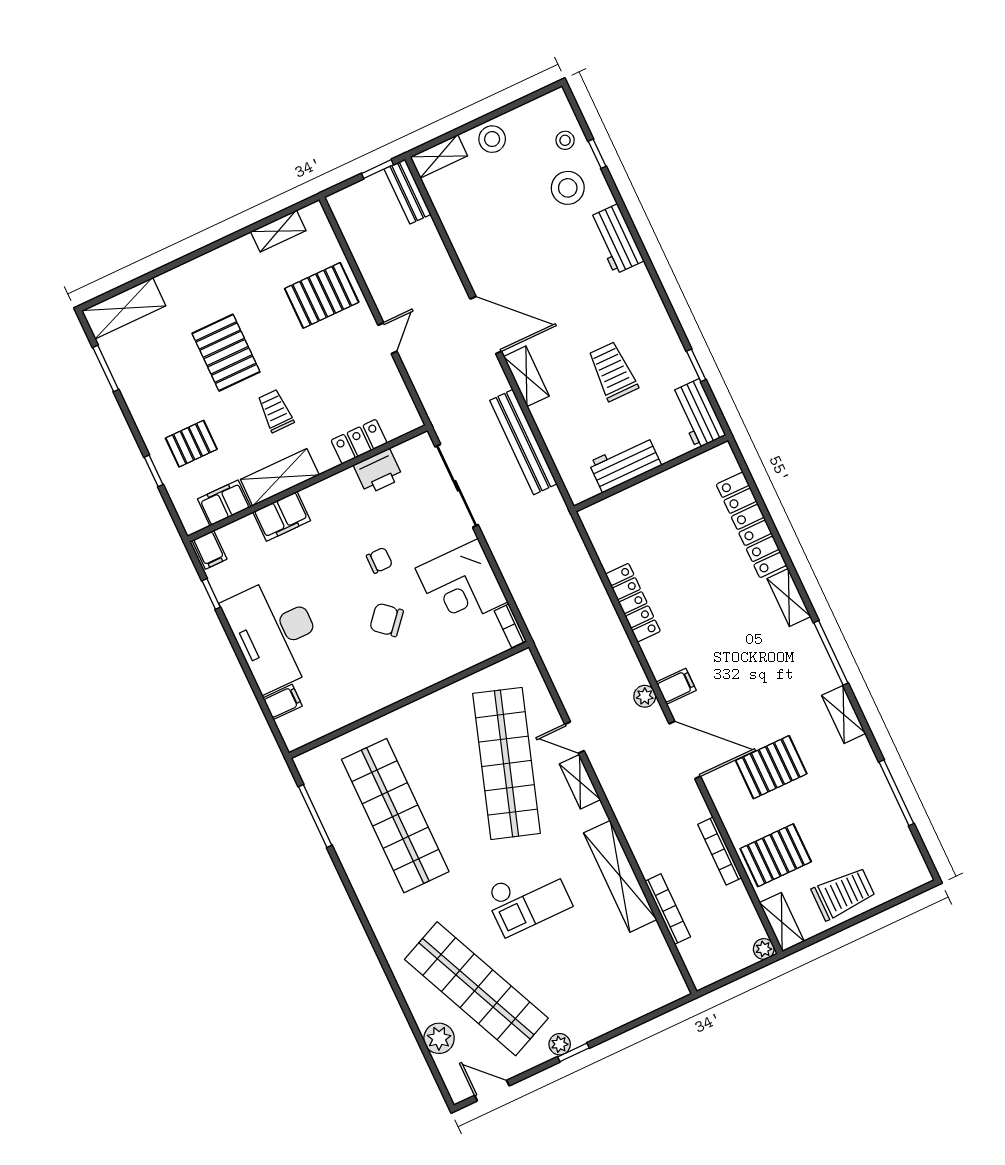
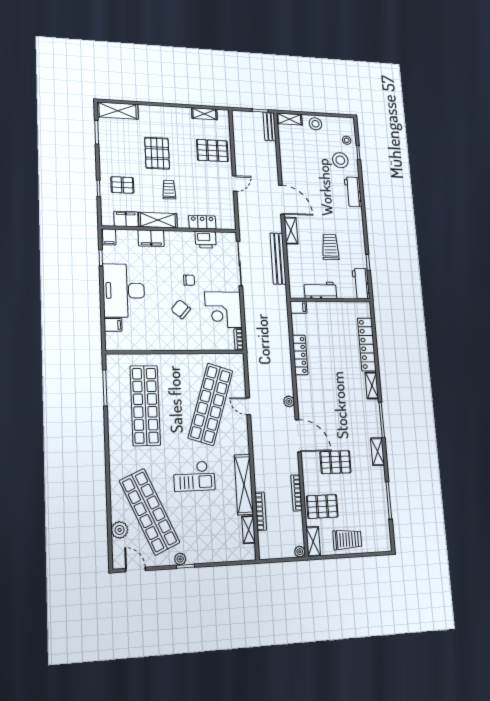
filing cabinet: (676, 686) -> (298, 307), moved
shelving: (580, 782) -> (249, 530), moved

